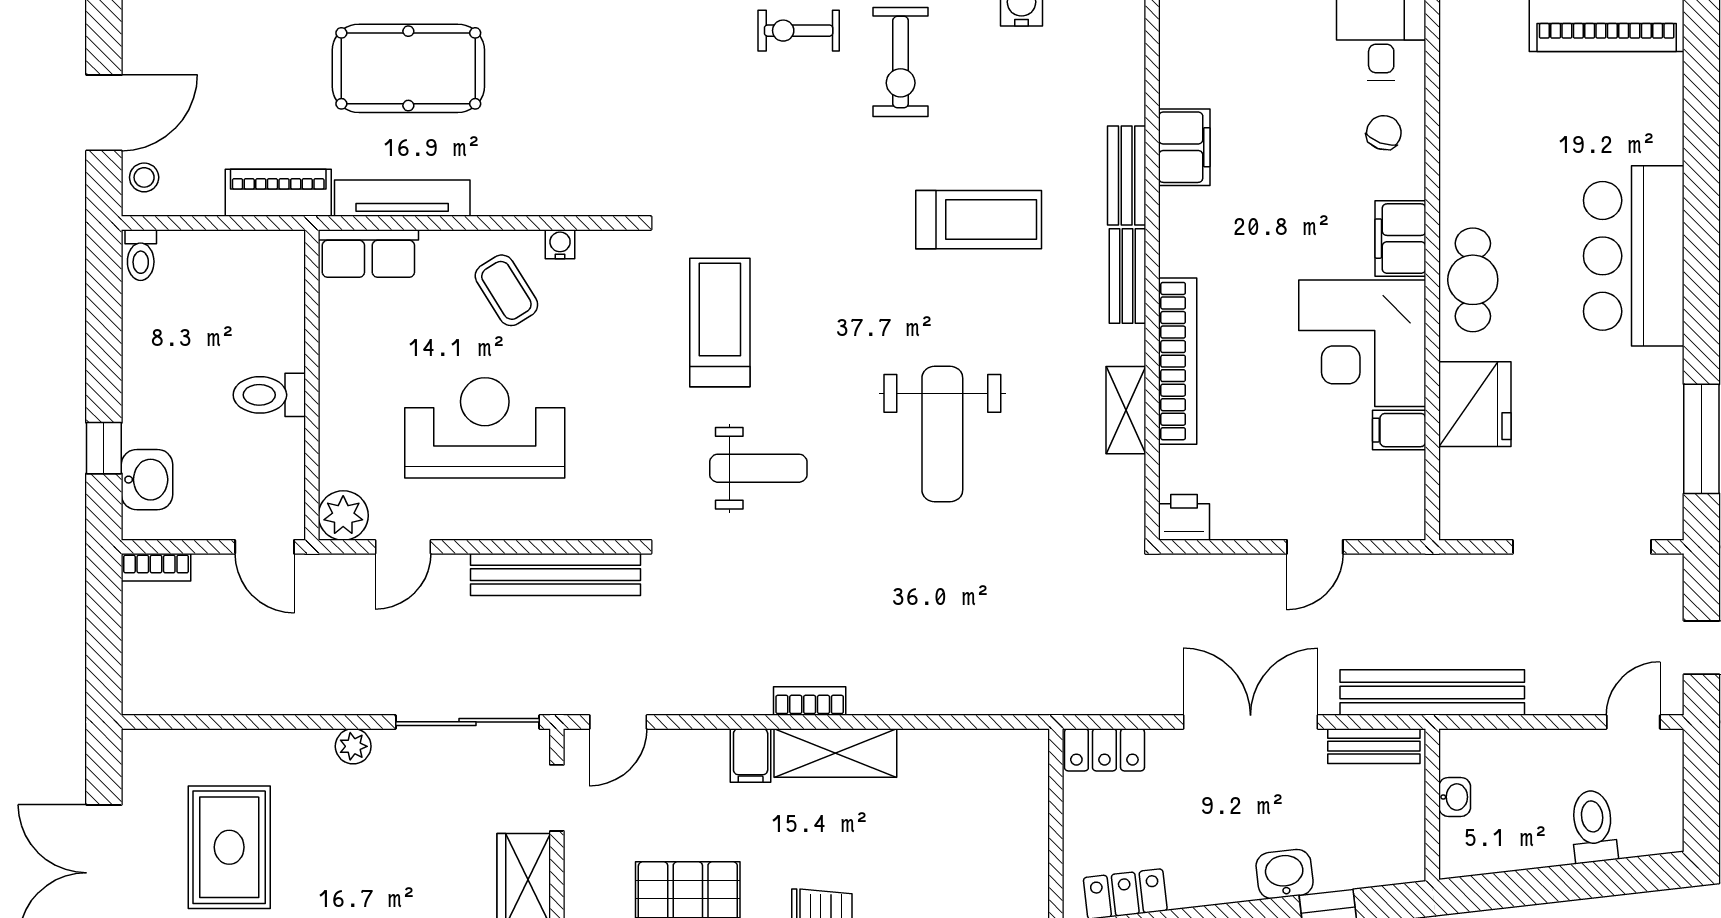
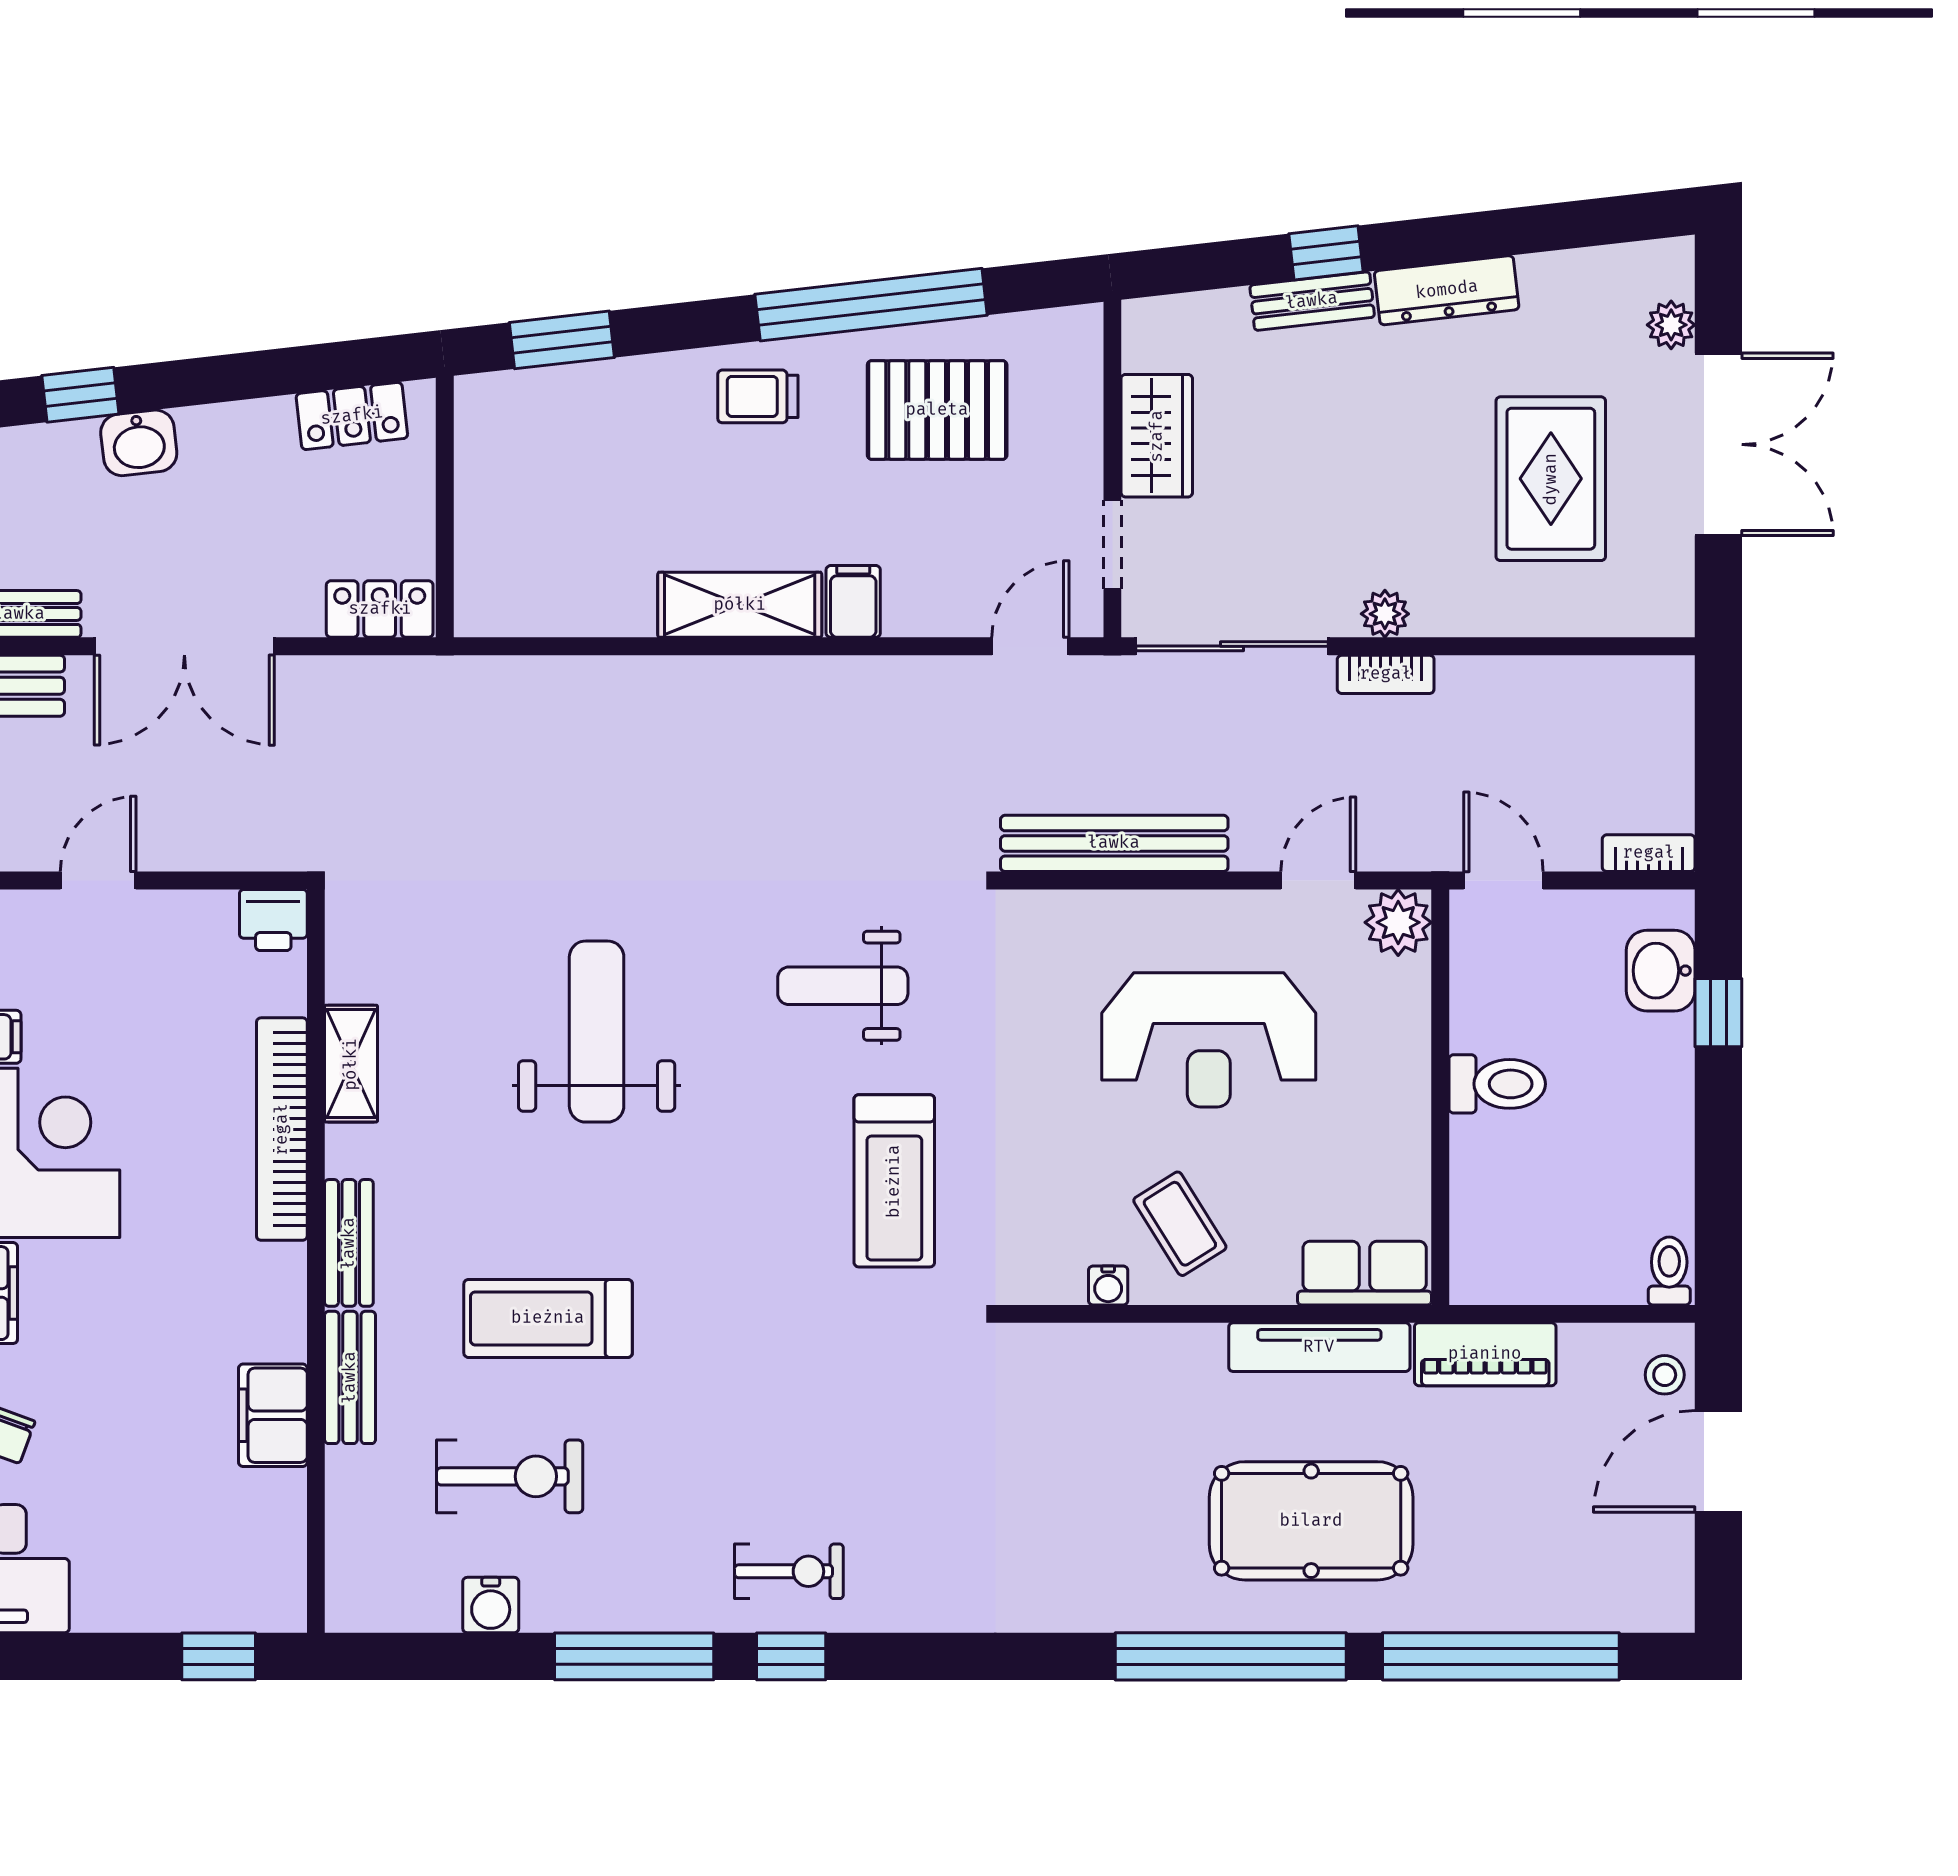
exercise bike: (901, 62) -> (510, 1476), moved, turned 90
bookcase: (810, 701) -> (1386, 674), moved

